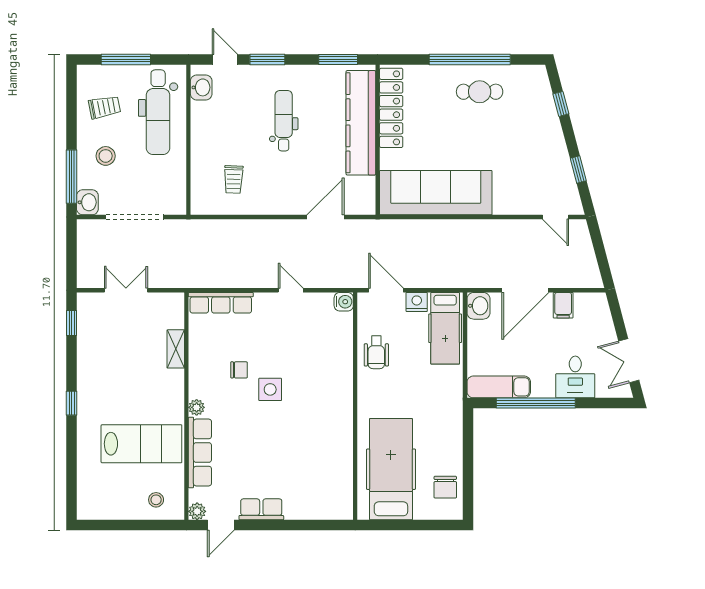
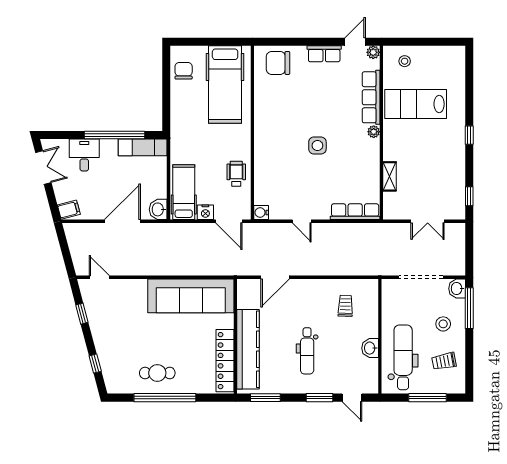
washbasin: (201, 87) -> (370, 348), moved
filing cabinet: (563, 305) -> (69, 210), moved, turned 75
chair: (239, 370) -> (278, 63), moved, width x1.87, depth x1.87

